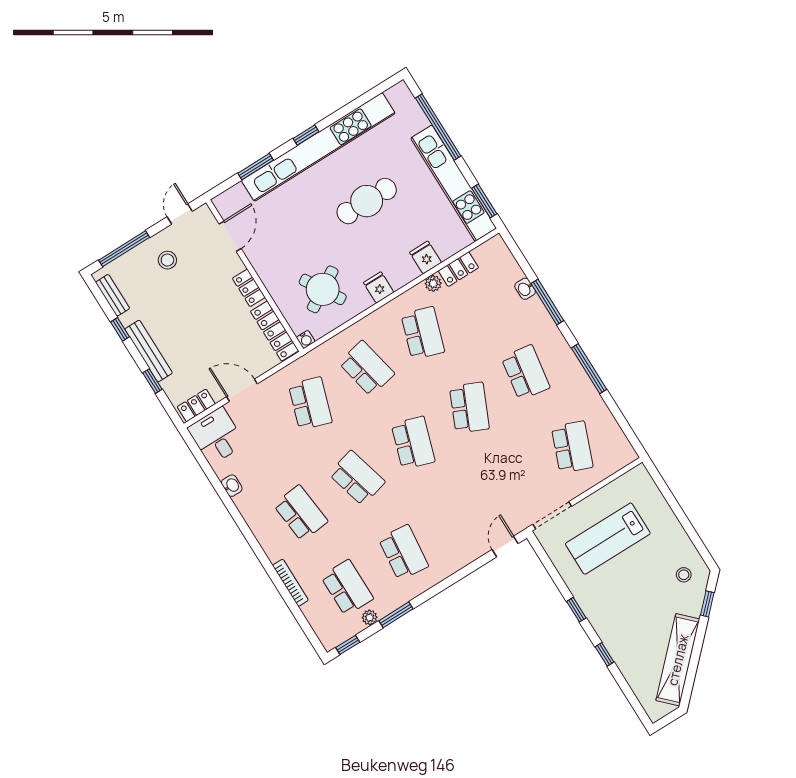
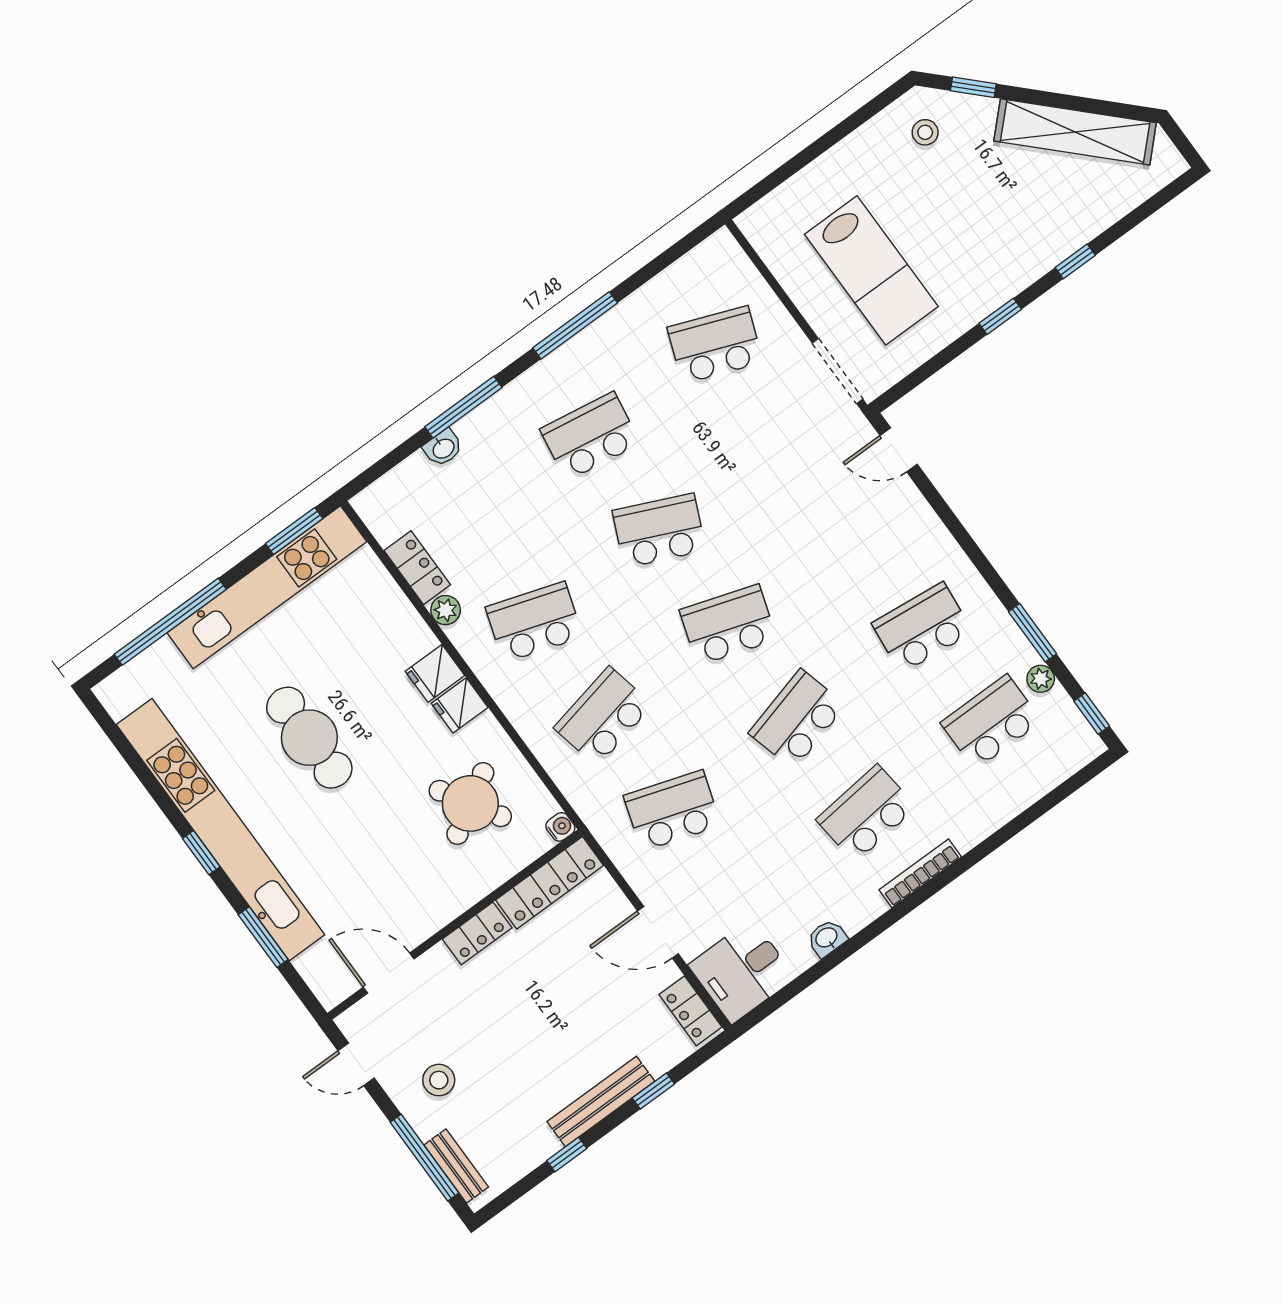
fridge: (426, 257) -> (435, 673), moved
bench: (113, 295) -> (456, 1166), moved, turned 90
door: (242, 390) -> (658, 932), hinge flipped
bookcase: (290, 583) -> (920, 873), moved

